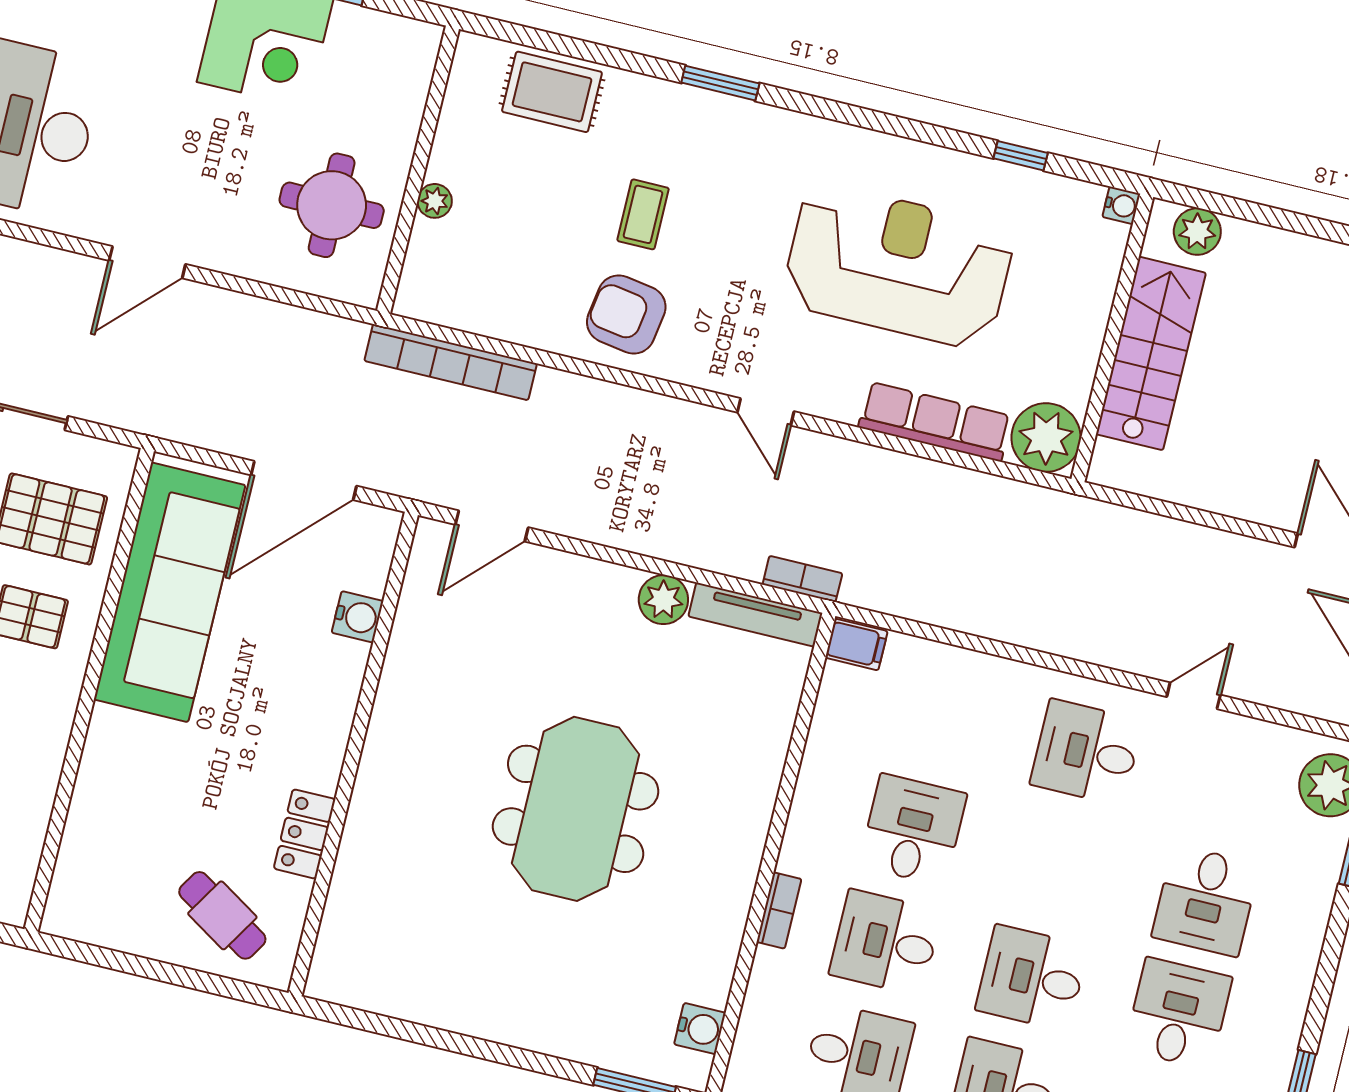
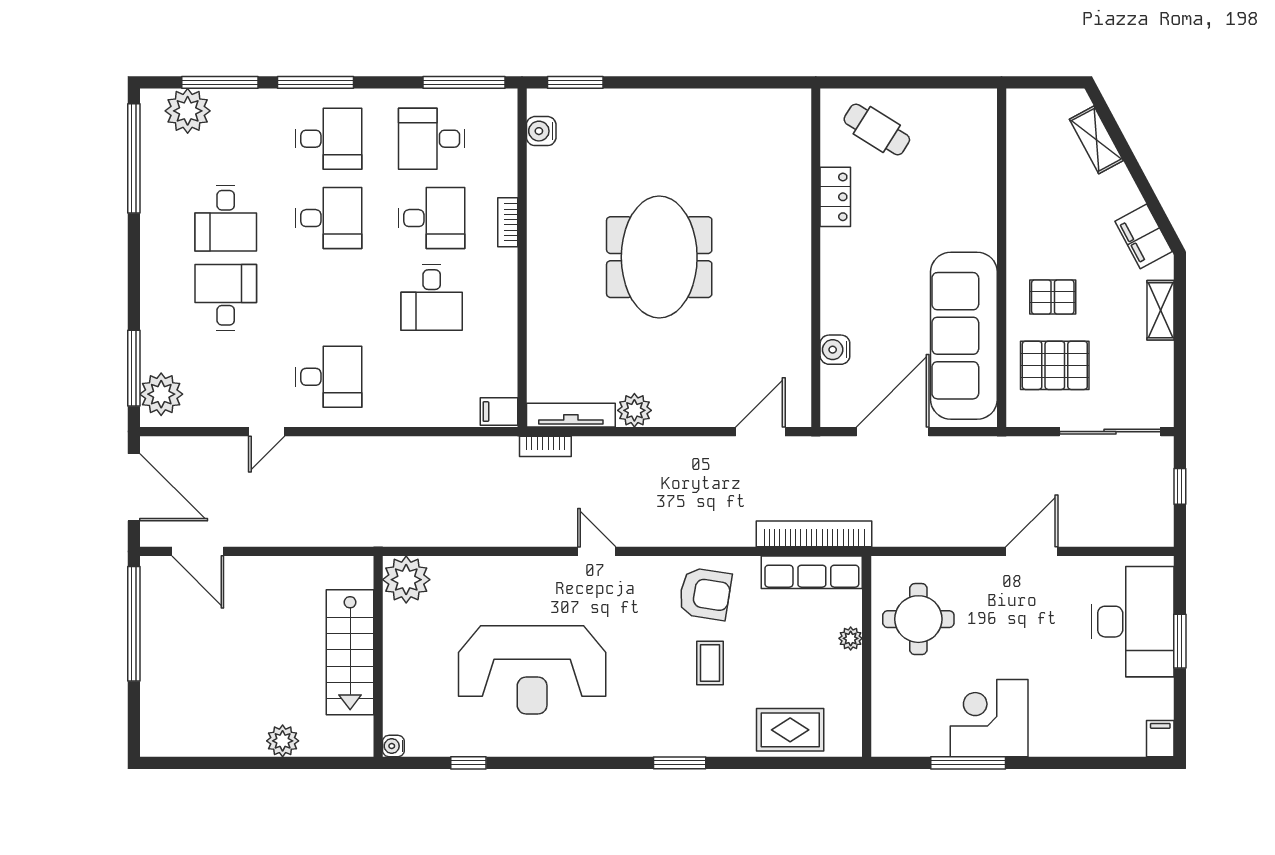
plant: (1197, 232) -> (283, 741), moved
row of seats: (935, 422) -> (812, 572), moved

